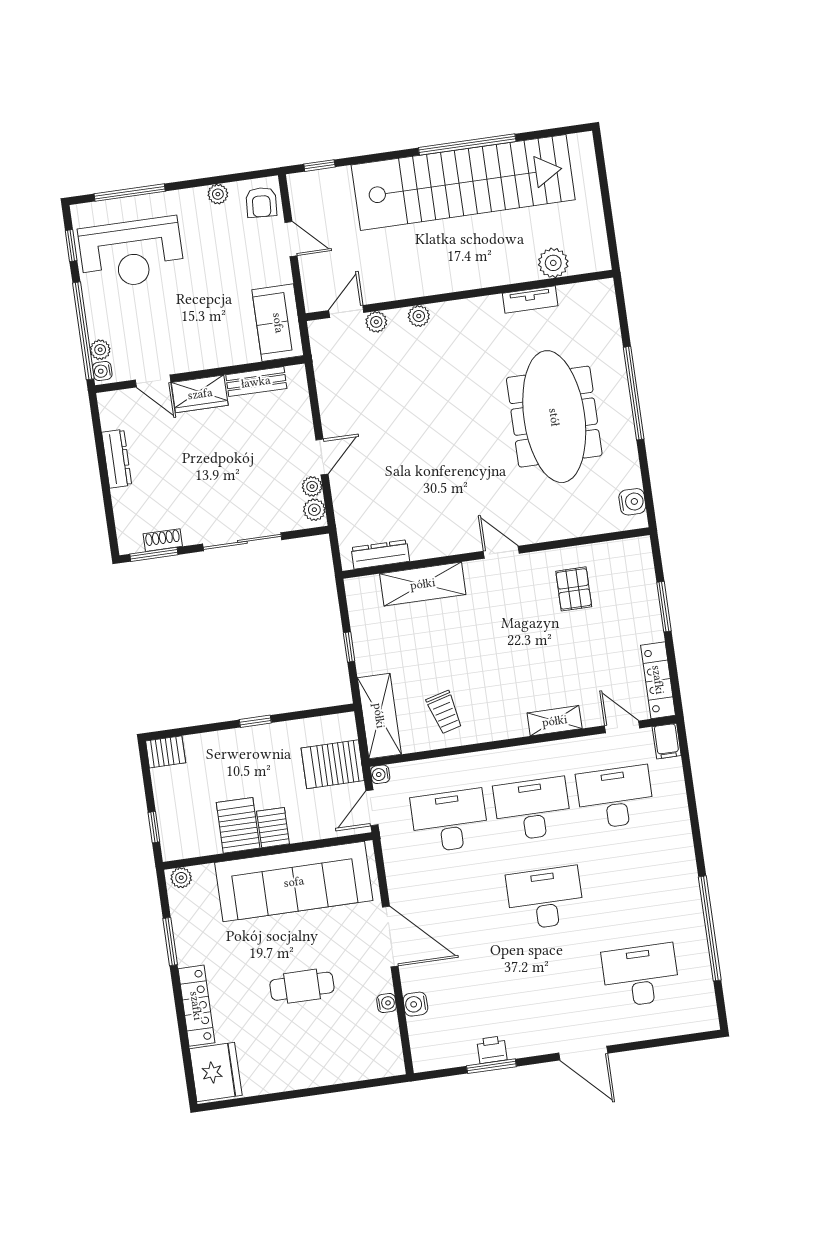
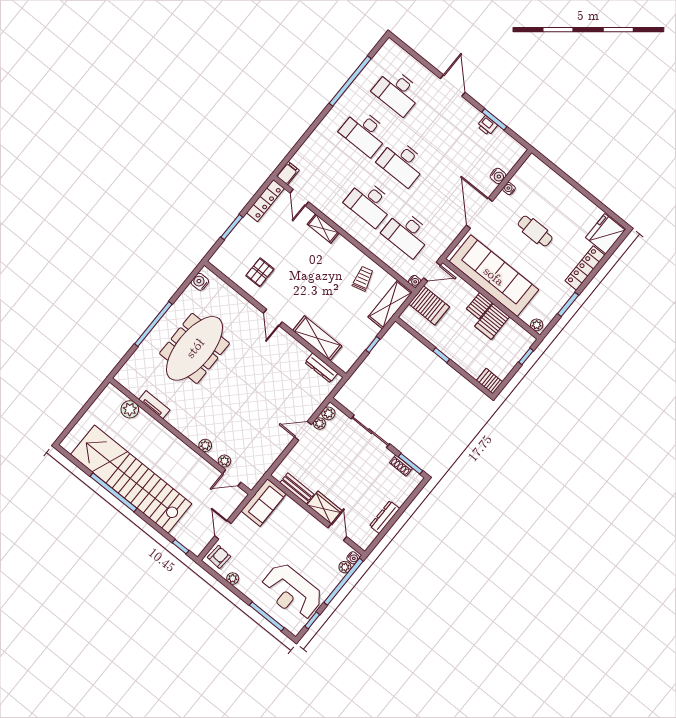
reception desk: (131, 253) -> (292, 592), turned 180
desk: (615, 797) -> (364, 132), moved

